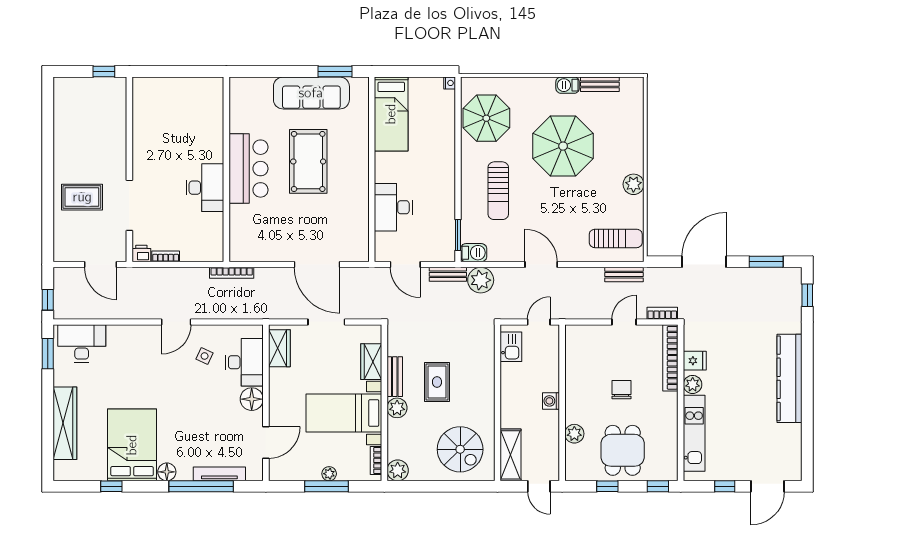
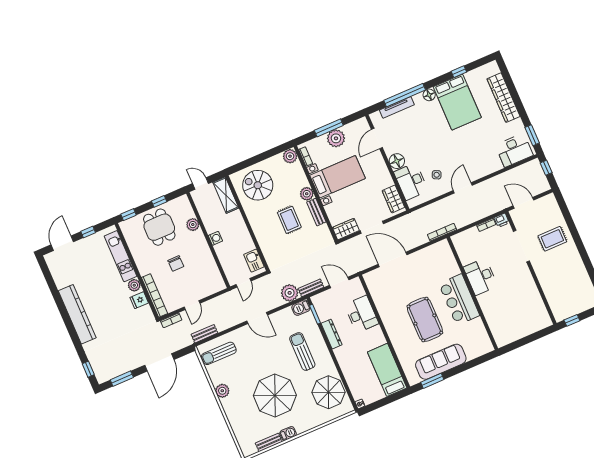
dresser: (447, 197) -> (332, 334), added
wardrobe: (371, 362) -> (346, 229), moved, turned -90
plant: (329, 474) -> (336, 138), width x1.88, depth x1.88

